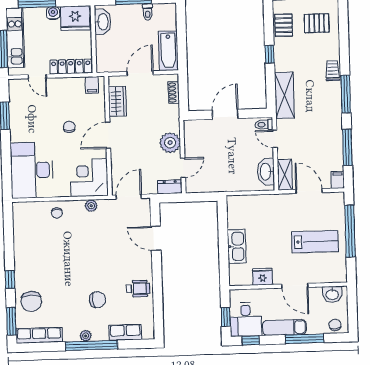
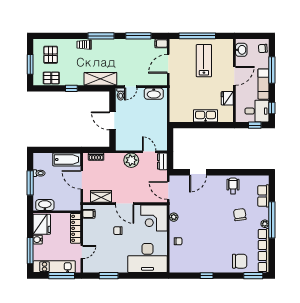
shelving: (285, 175) -> (156, 81), removed
window: (10, 279) -> (207, 276), moved
row of seats: (39, 335) -> (264, 251), width x1.36

